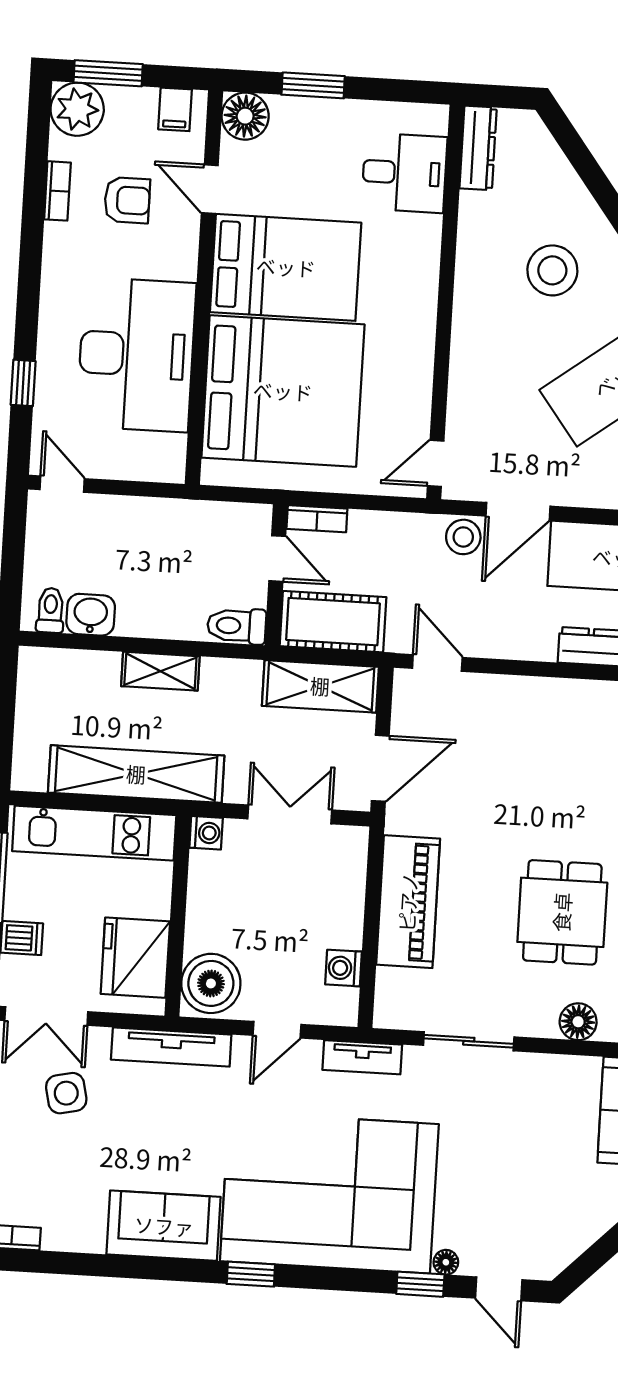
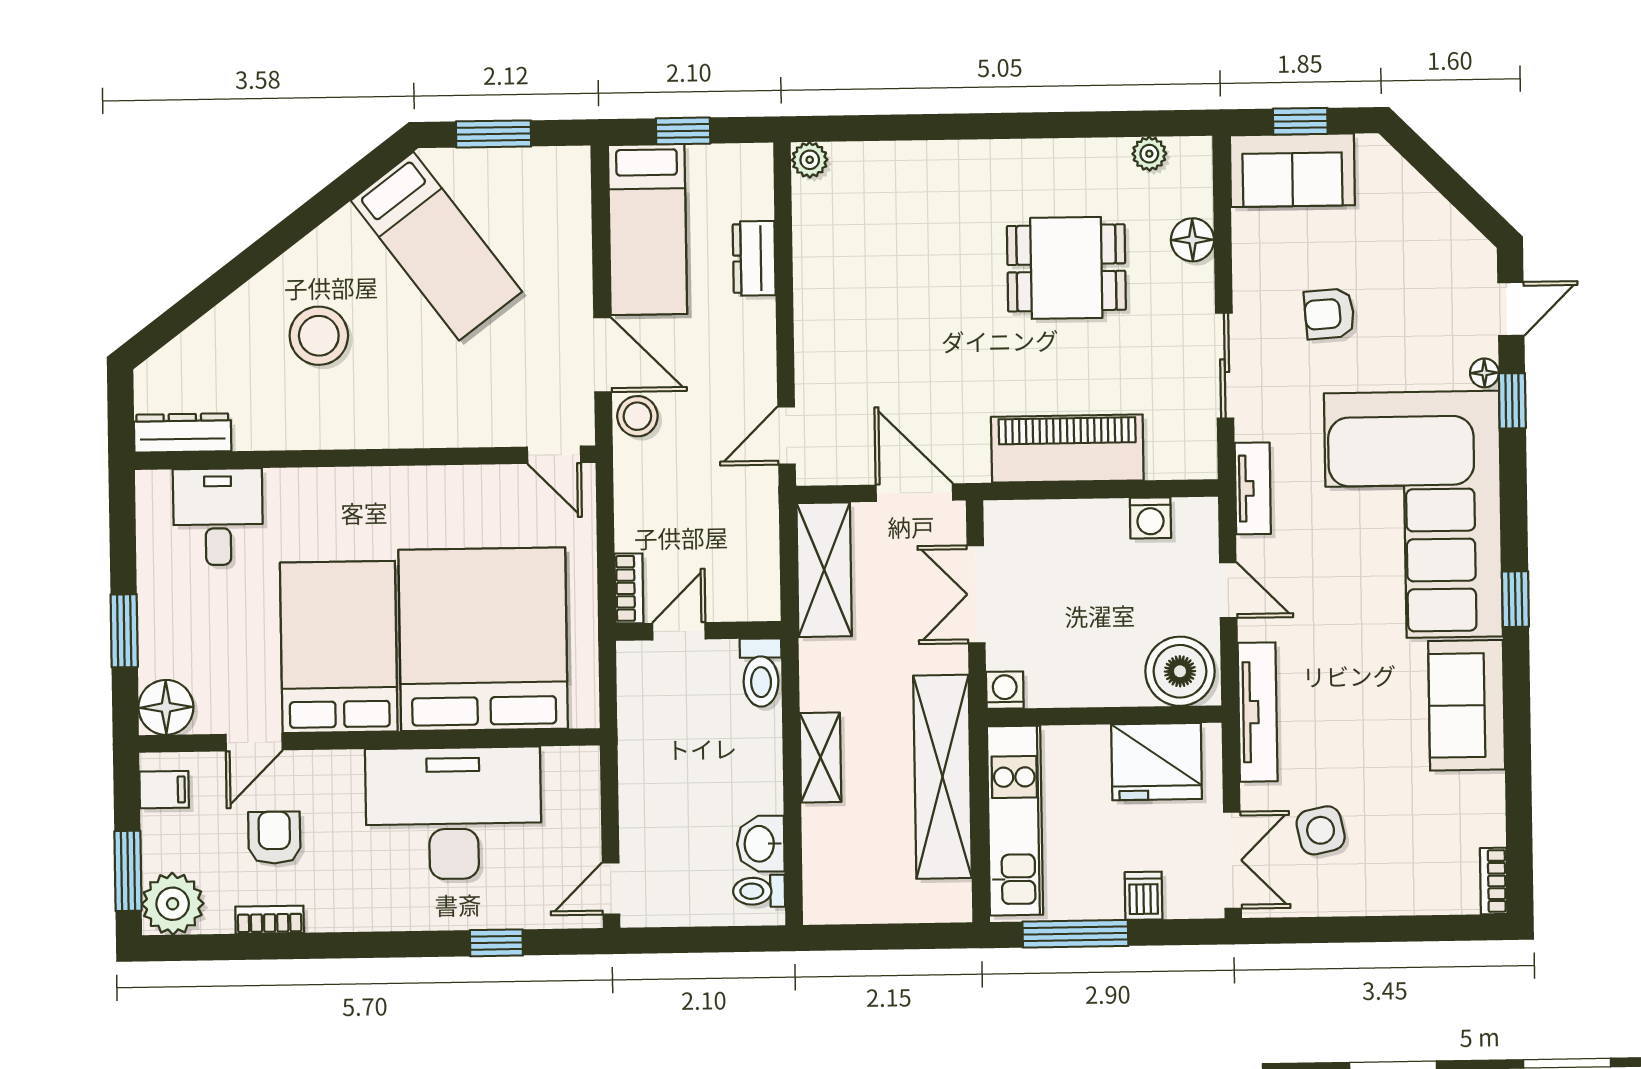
cot: (333, 622) -> (748, 561), removed
armchair: (506, 1134) -> (1329, 314), added

